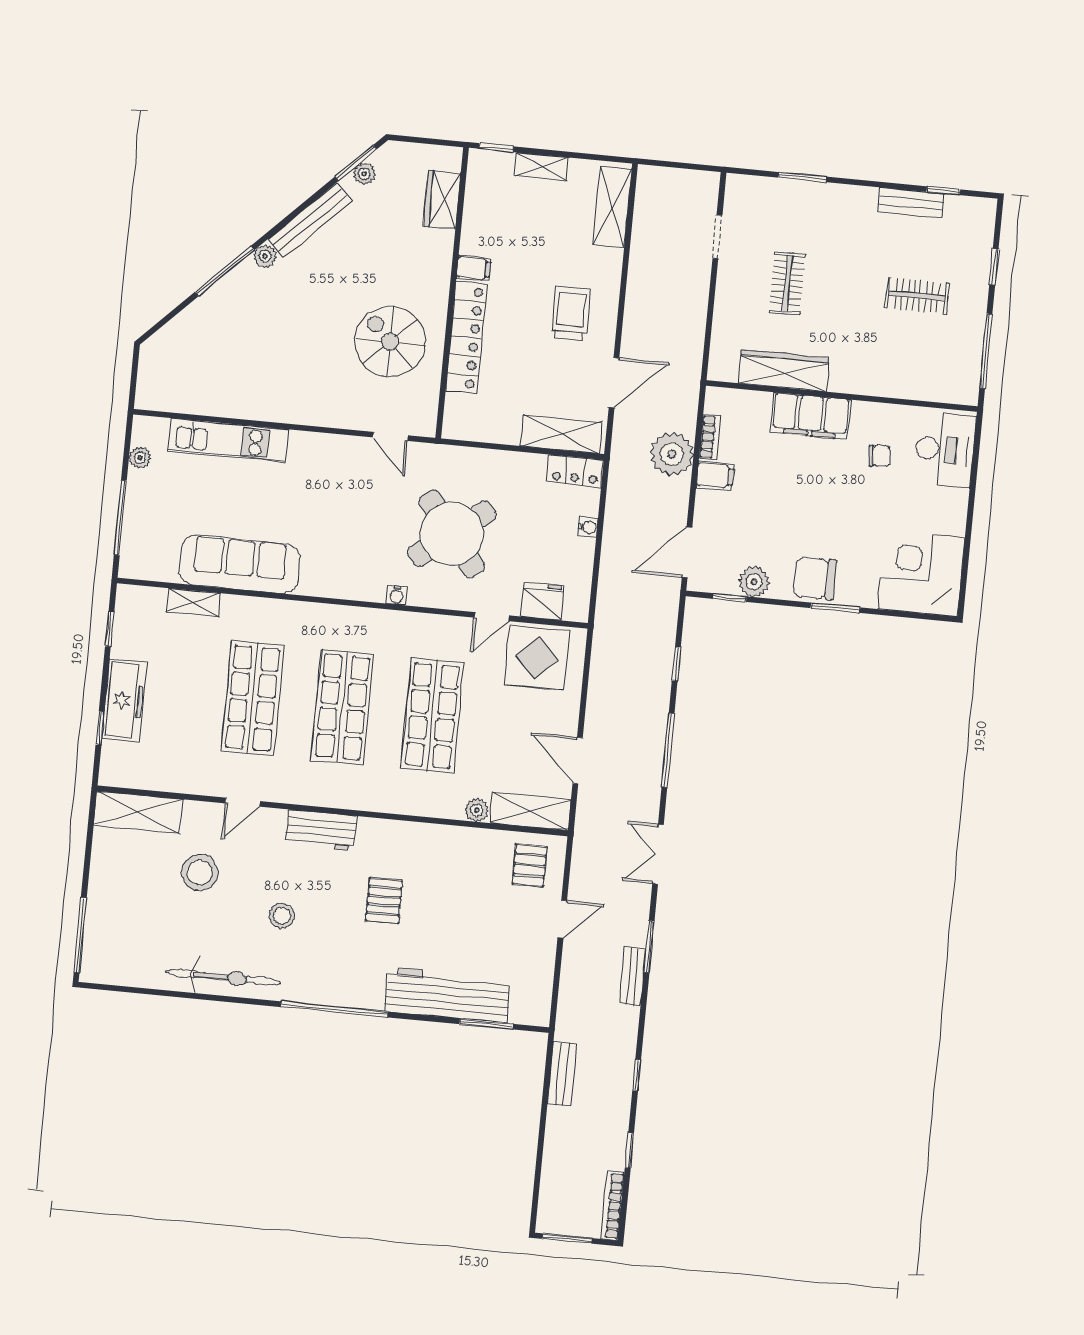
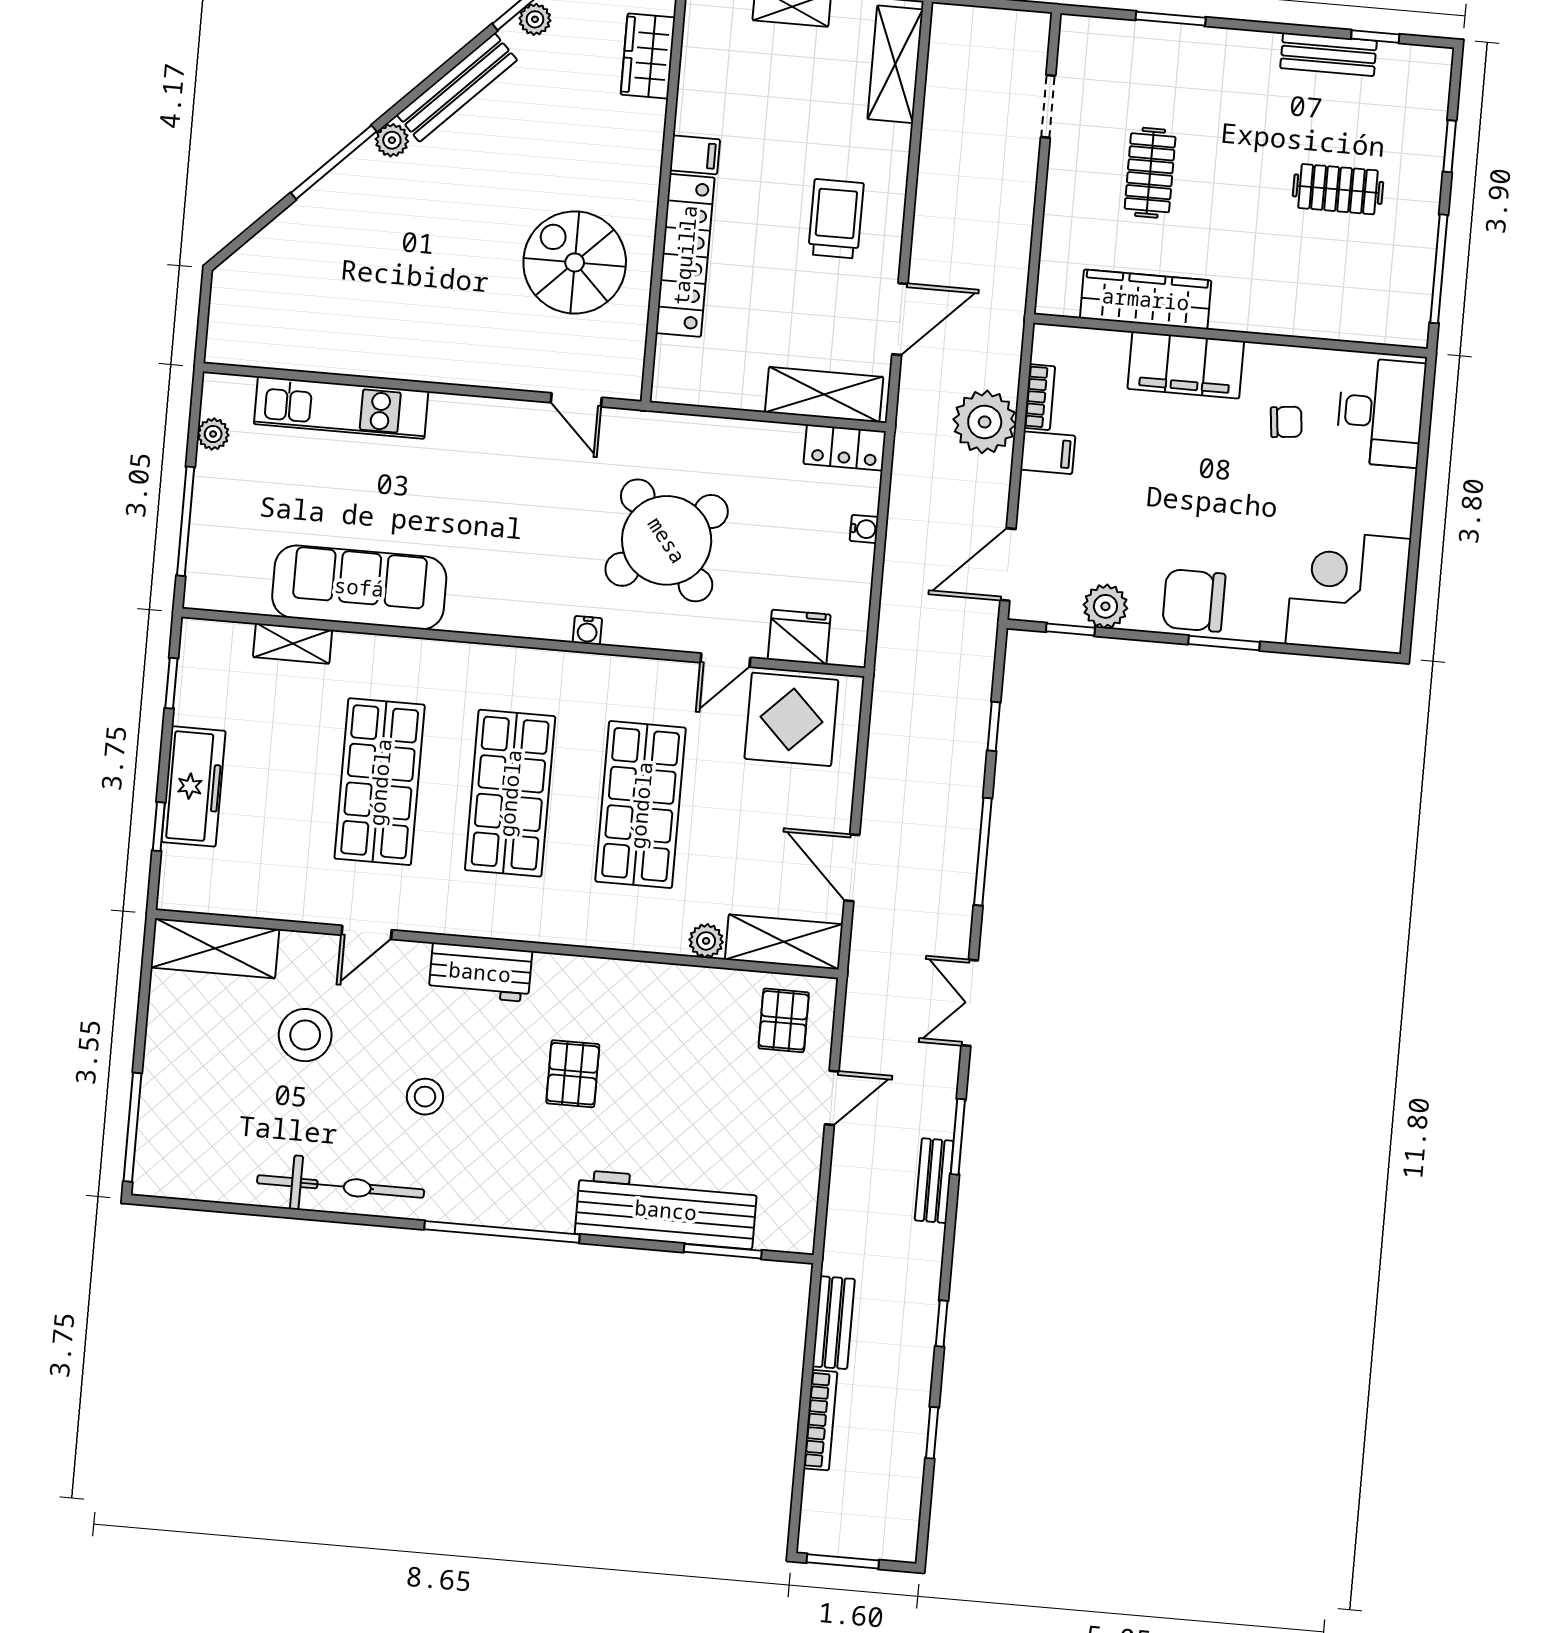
bookcase: (613, 1206) -> (820, 1420), moved, turned 180

